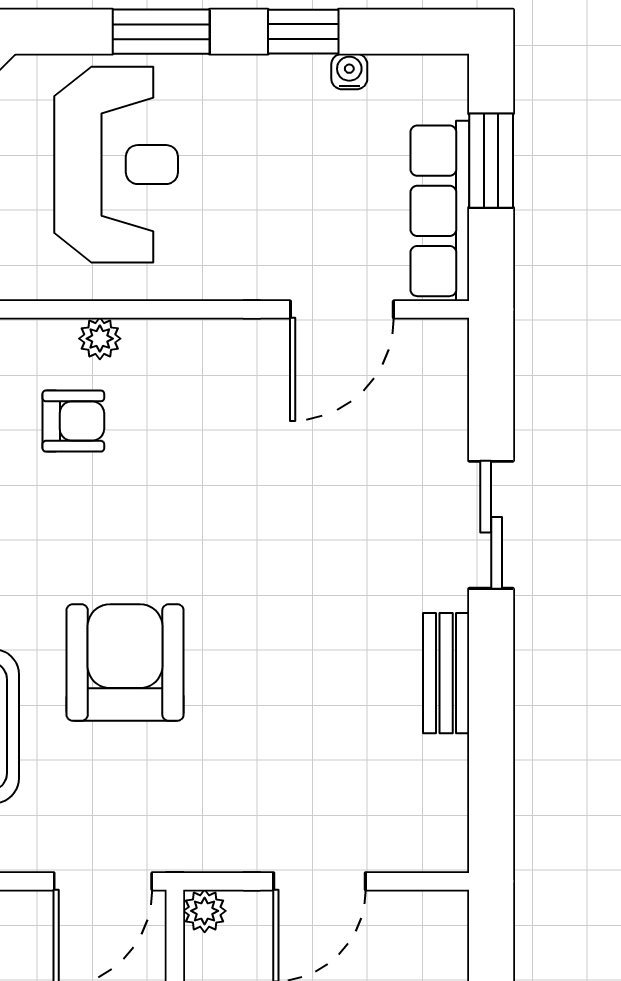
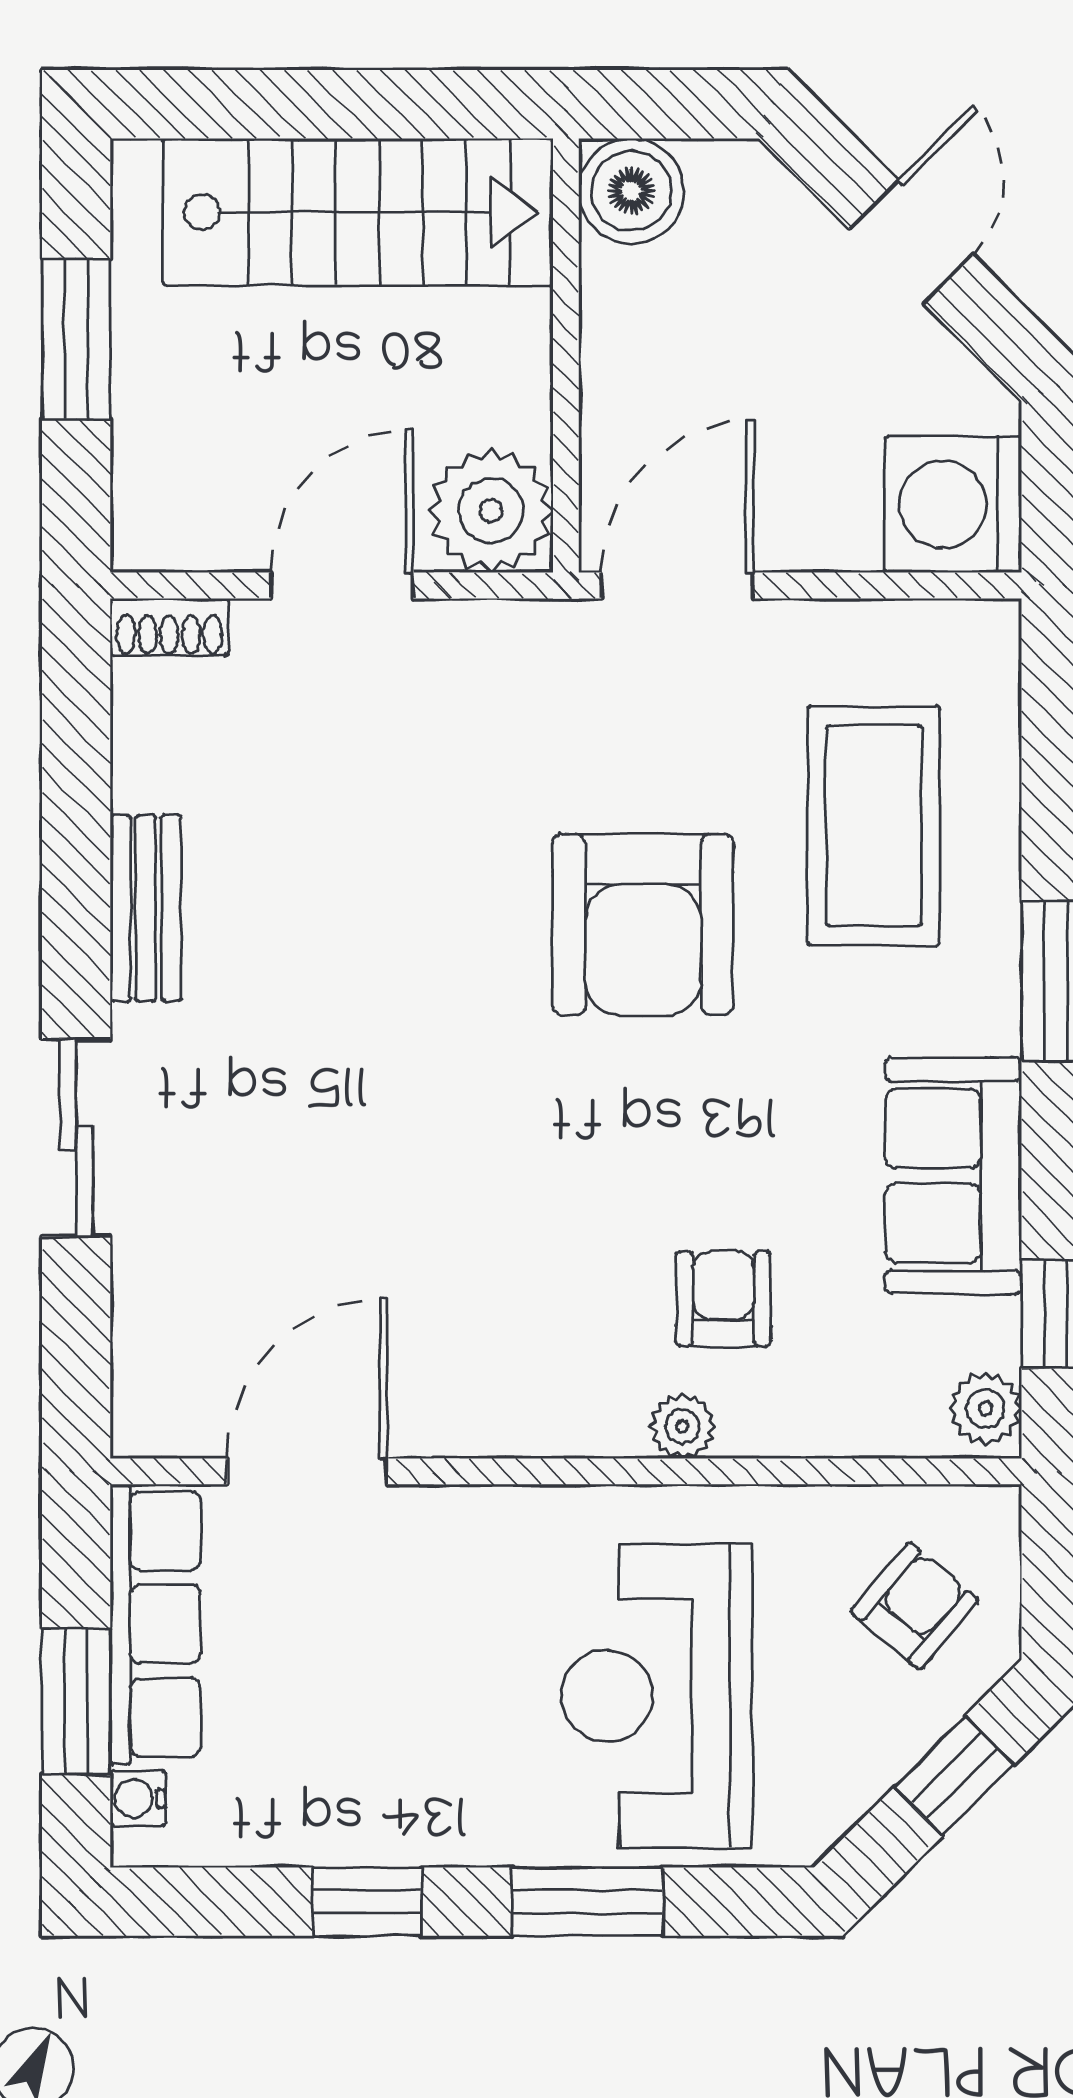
water cooler: (349, 72) -> (138, 1799), moved, turned 90
armchair: (73, 421) -> (723, 1299), turned 90
shoe rack: (431, 855) -> (169, 627), added
plant: (205, 911) -> (491, 511), width x1.87, depth x1.87

